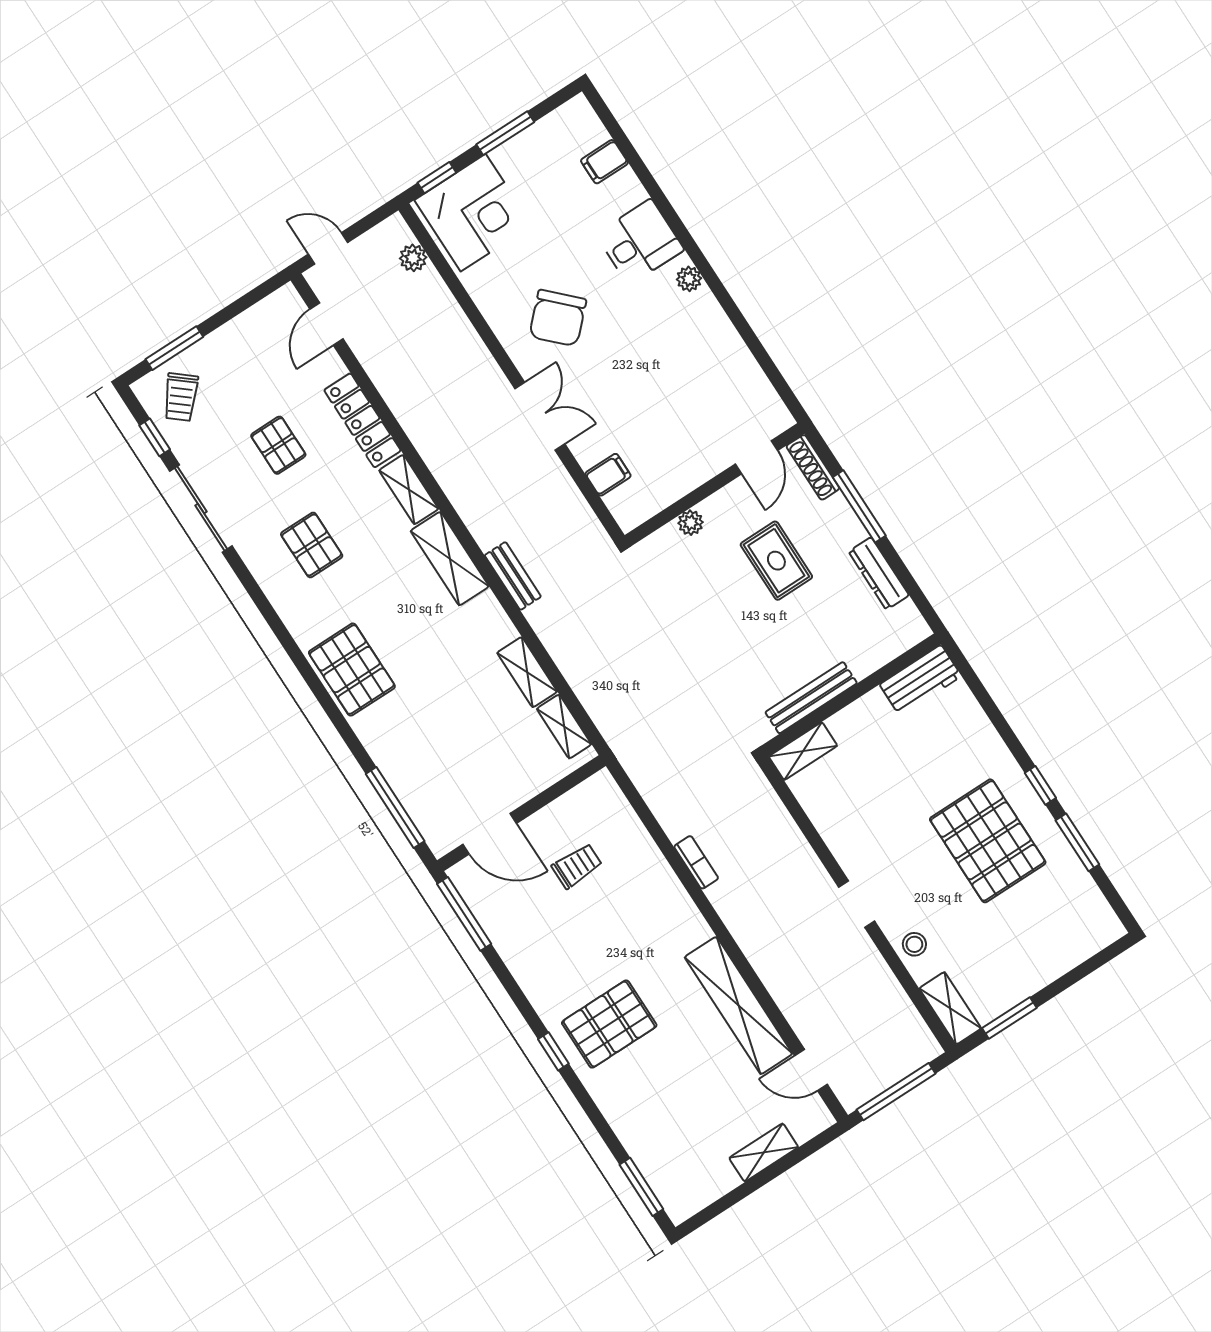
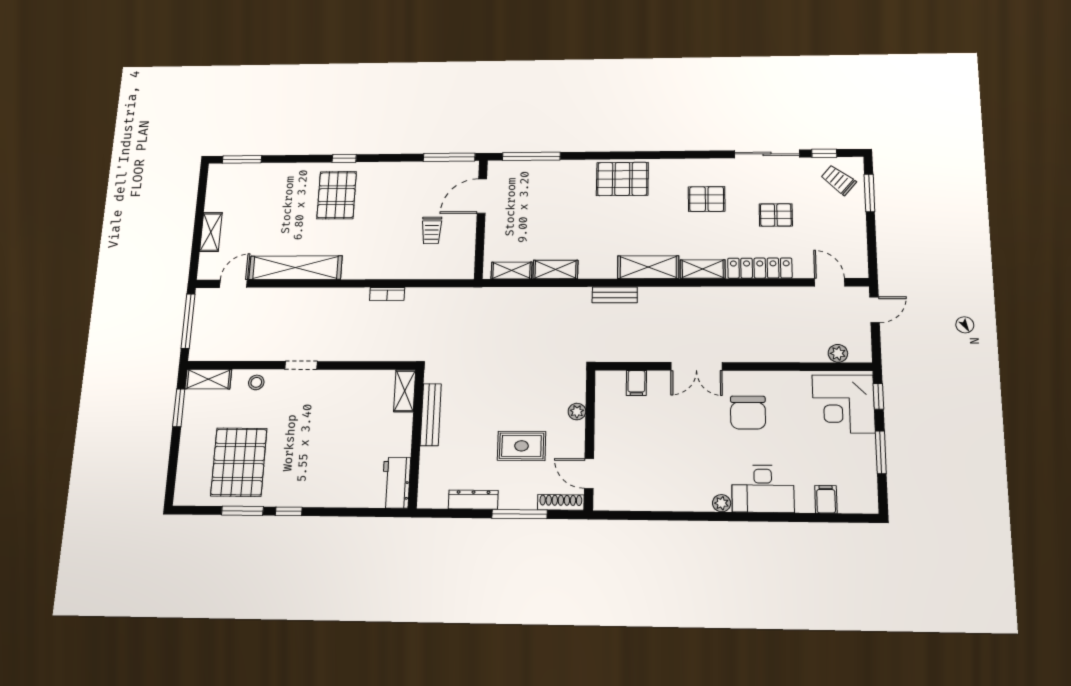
desk: (640, 242) -> (763, 489), width x1.37
chair: (558, 318) -> (748, 413), turned -135
pallet: (988, 841) -> (239, 462), moved, turned 90

